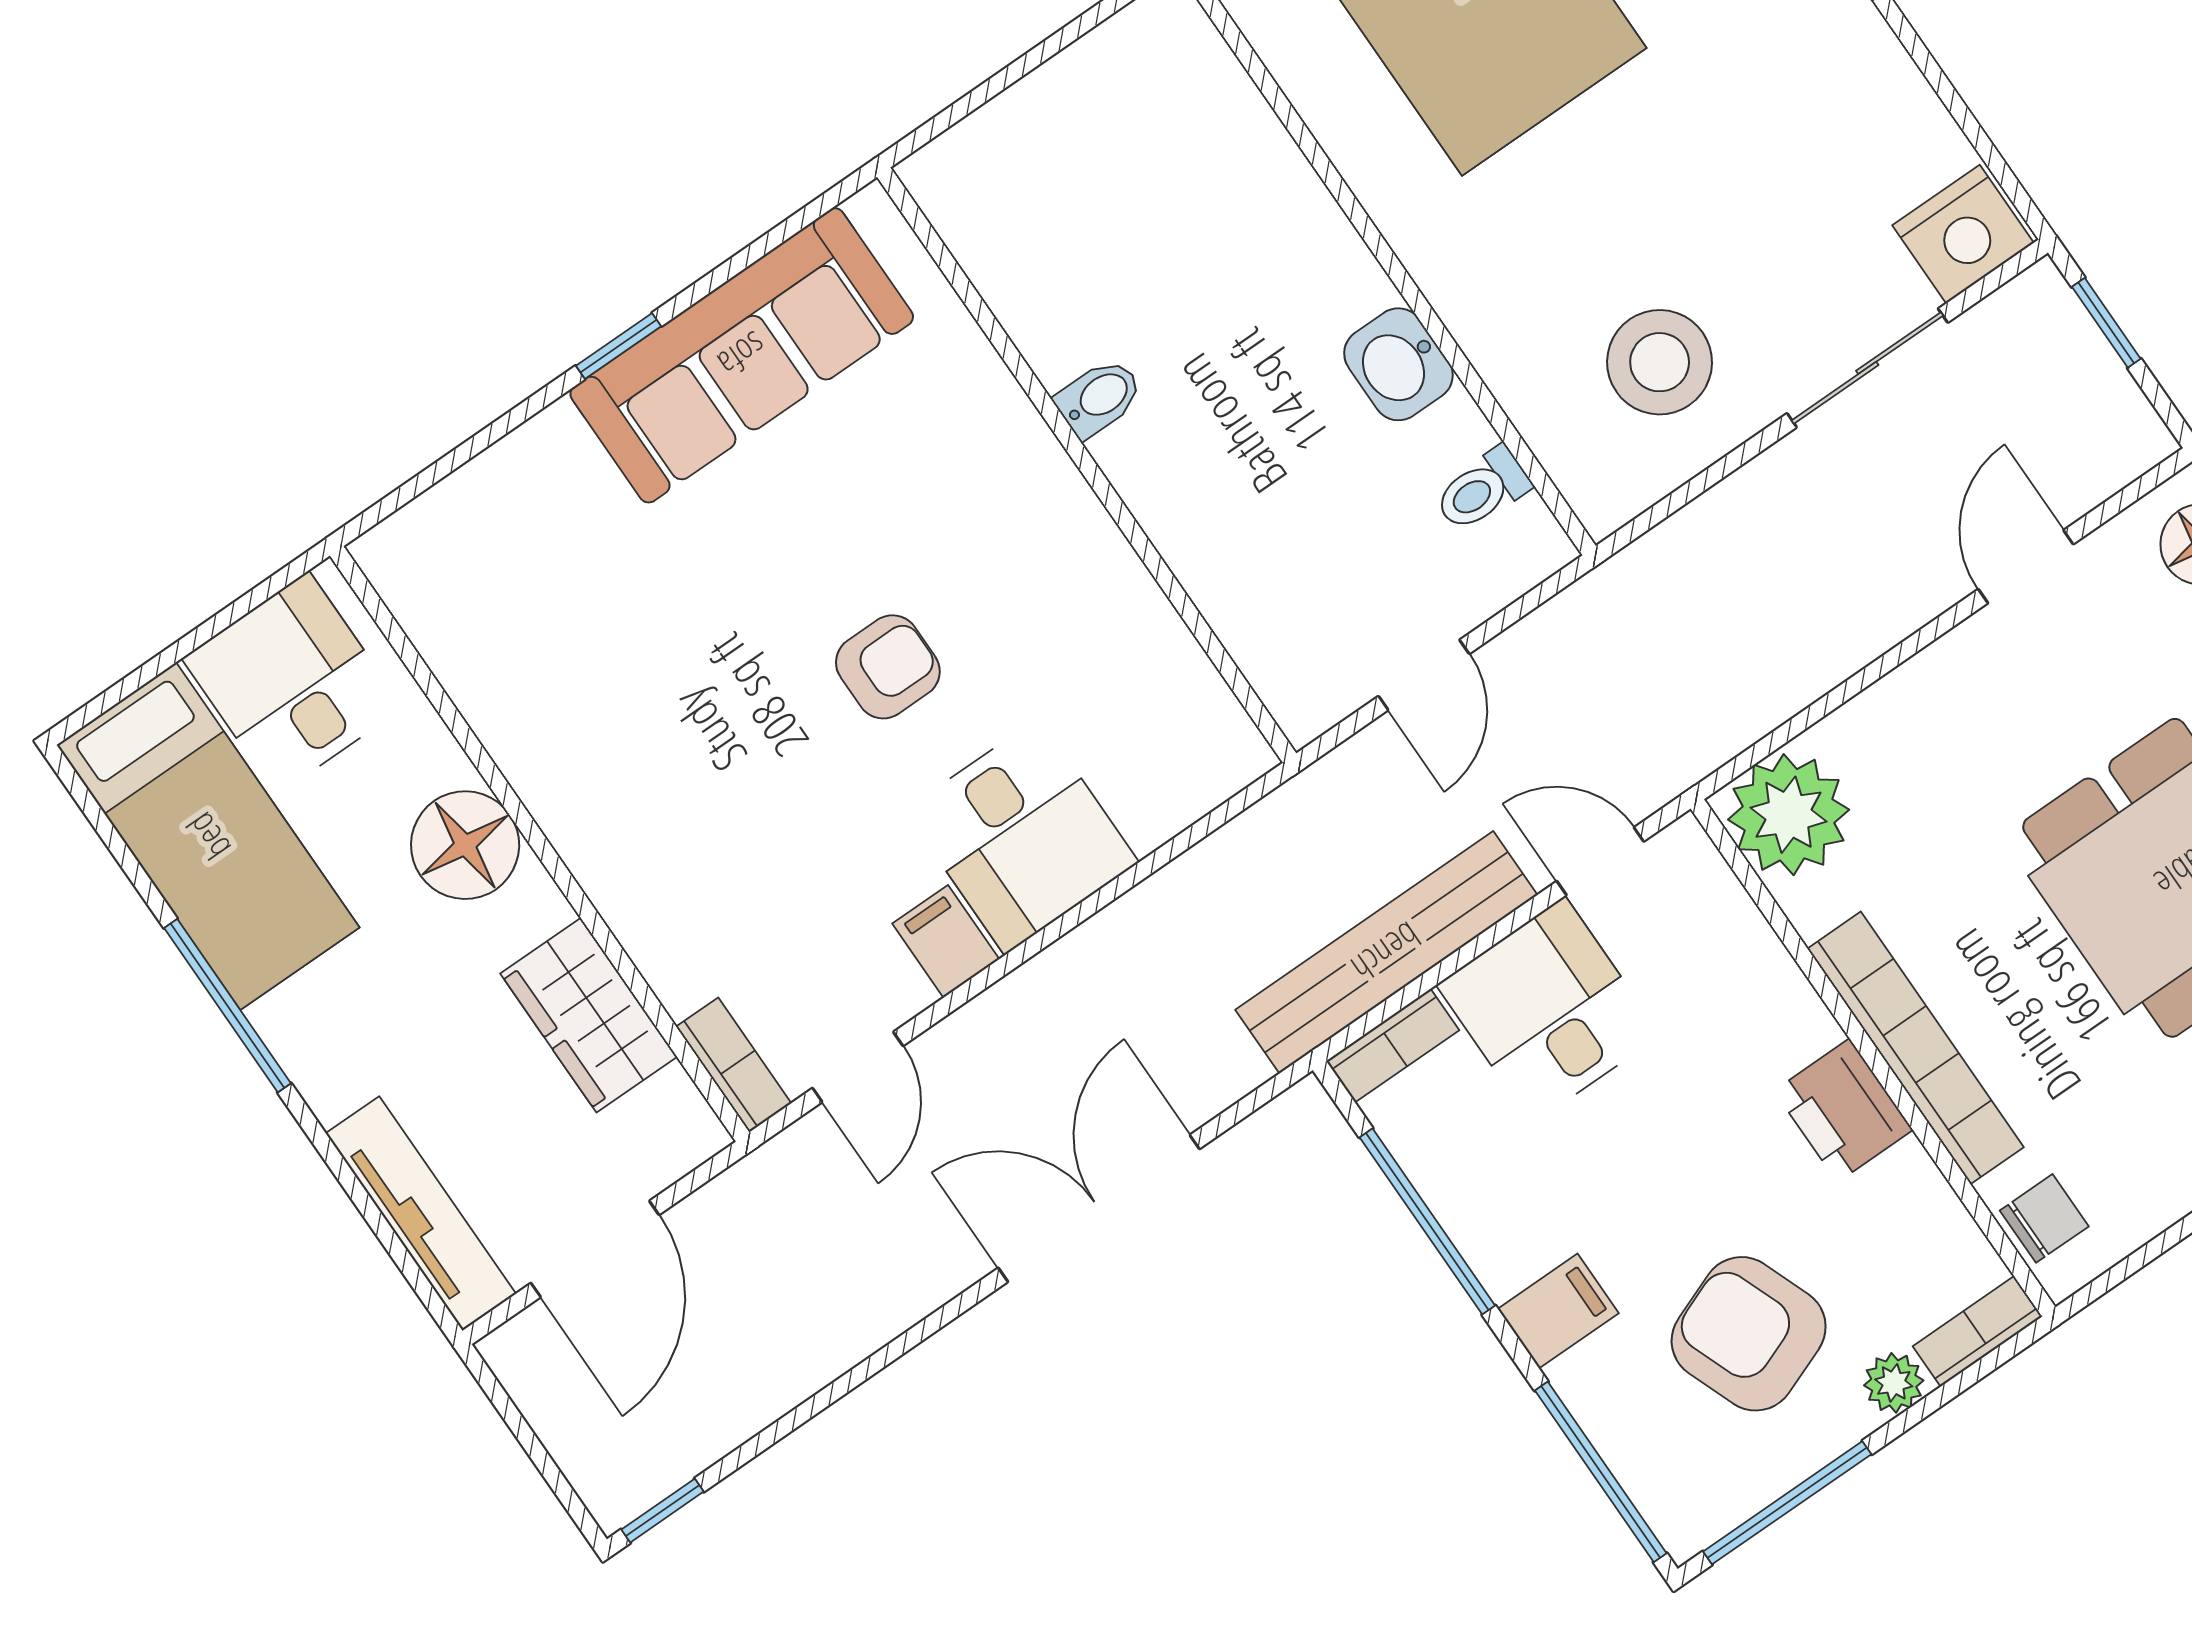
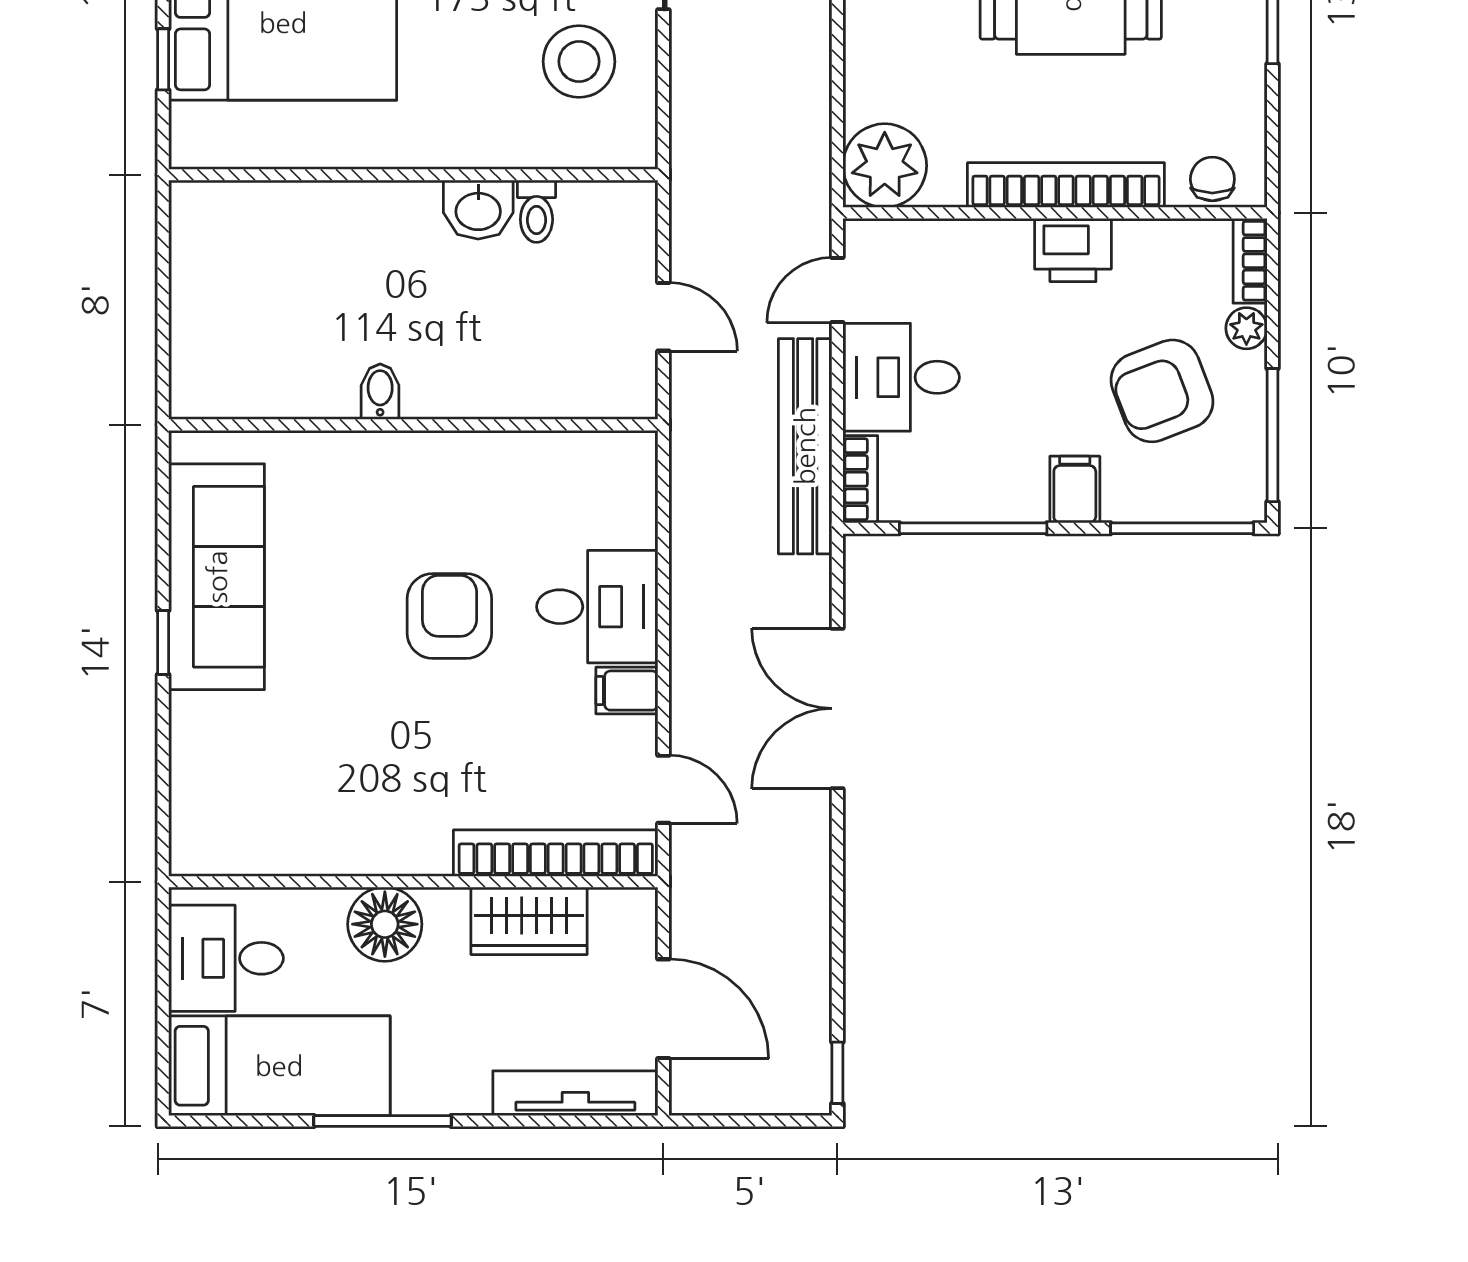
toilet: (1482, 490) -> (536, 211), moved
armchair: (888, 667) -> (449, 616), width x1.38, depth x1.38
bookcase: (734, 1065) -> (556, 853), width x2.31, depth x1.31

